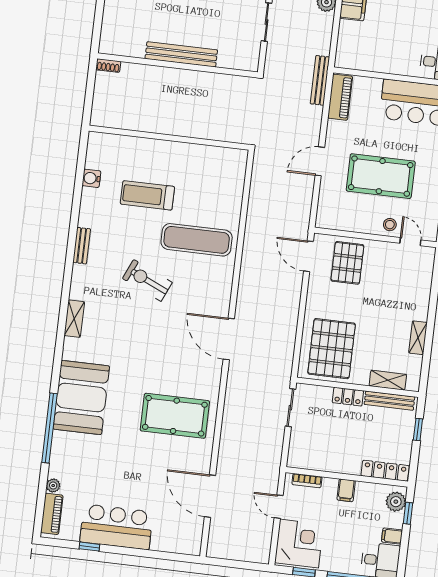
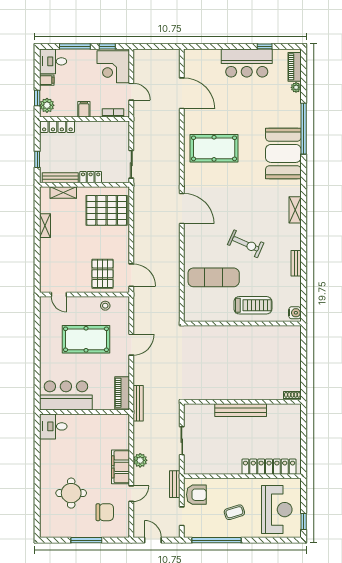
wall: (169, 138) -> (242, 324), moved
stool: (390, 225) -> (105, 306), moved
pallet: (332, 349) -> (107, 210), turned 90

